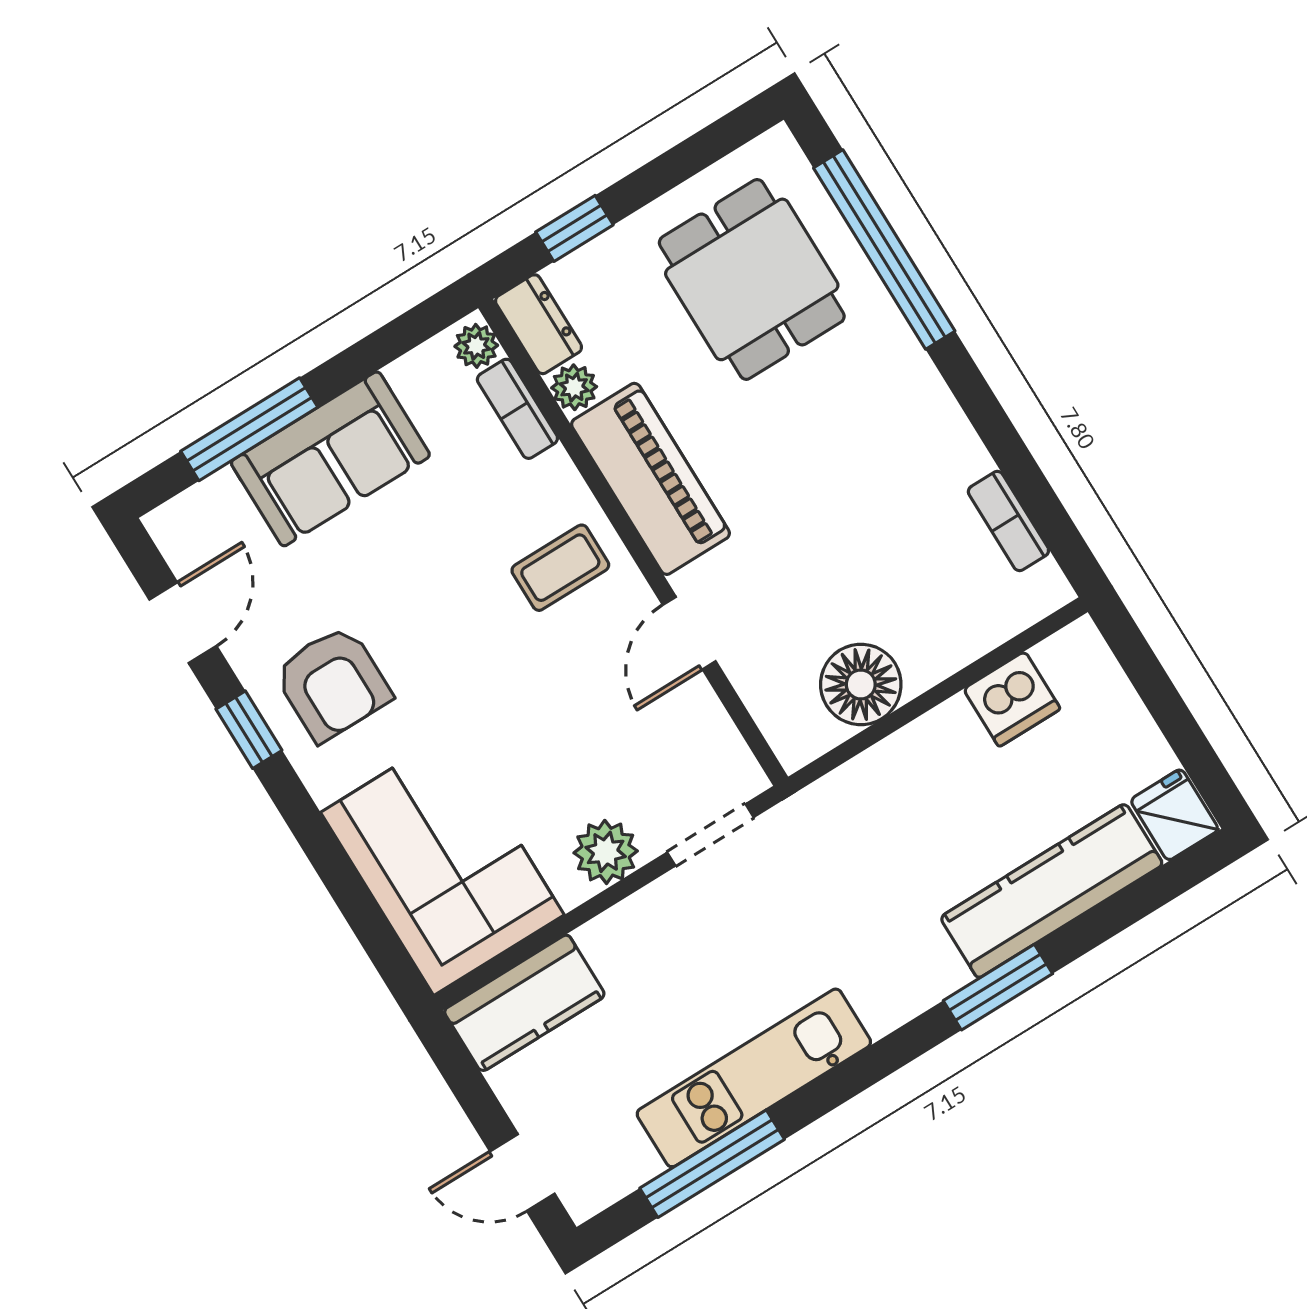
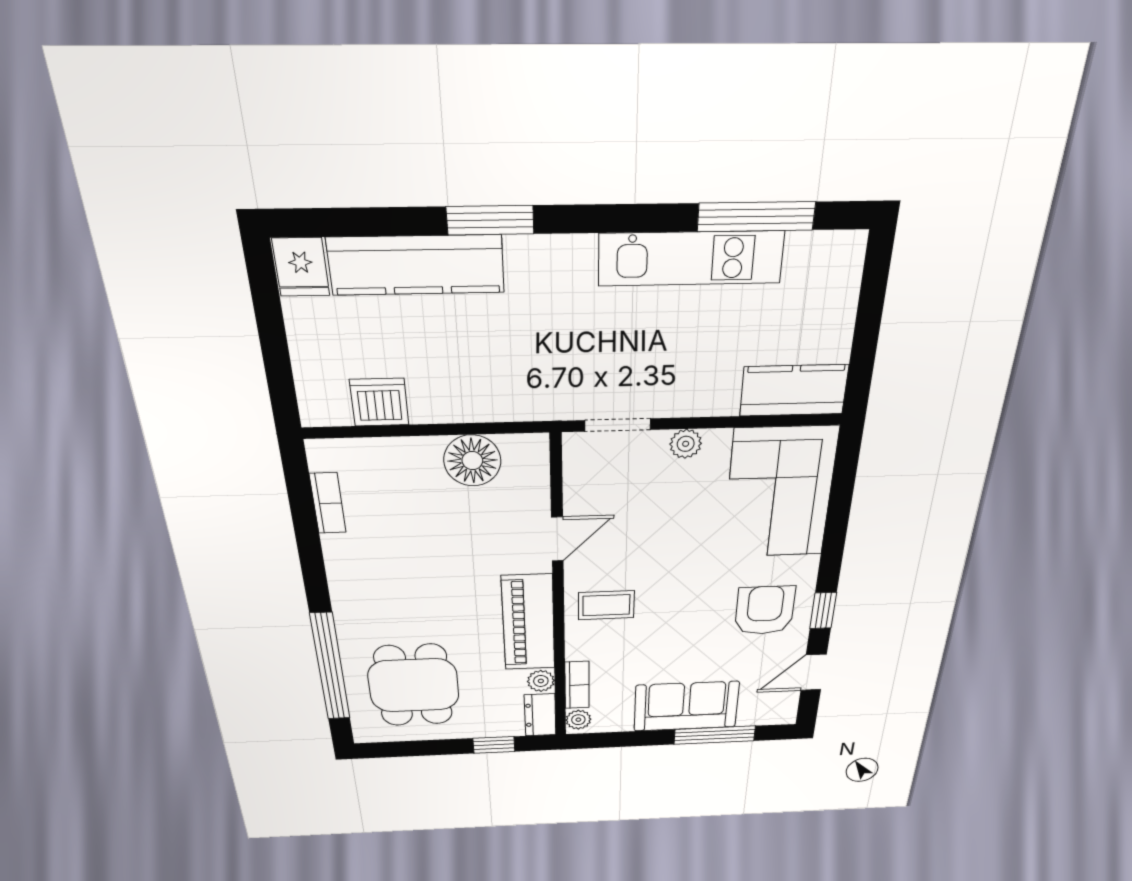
plant: (606, 852) -> (686, 444), width x0.73, depth x0.73
door: (522, 1172) -> (874, 287), removed

